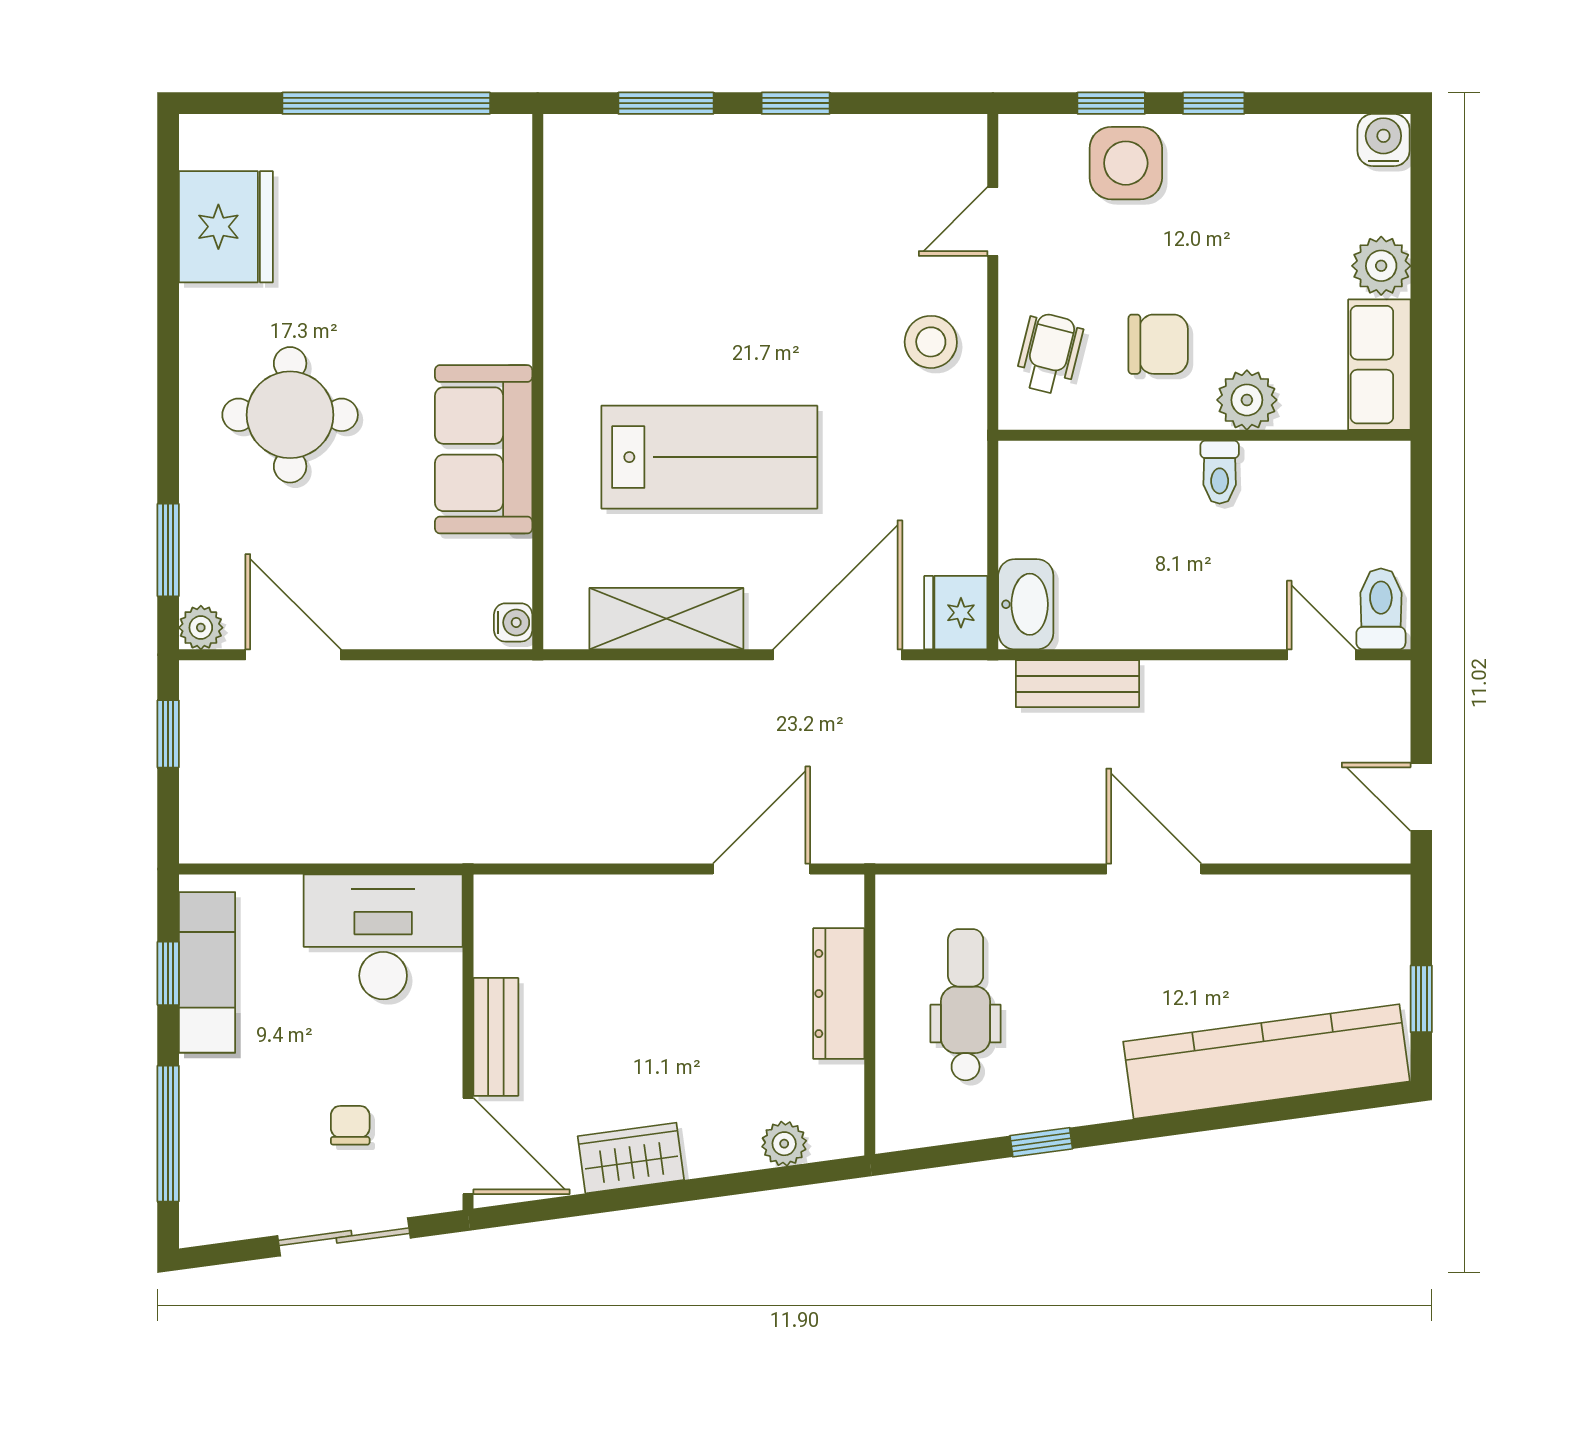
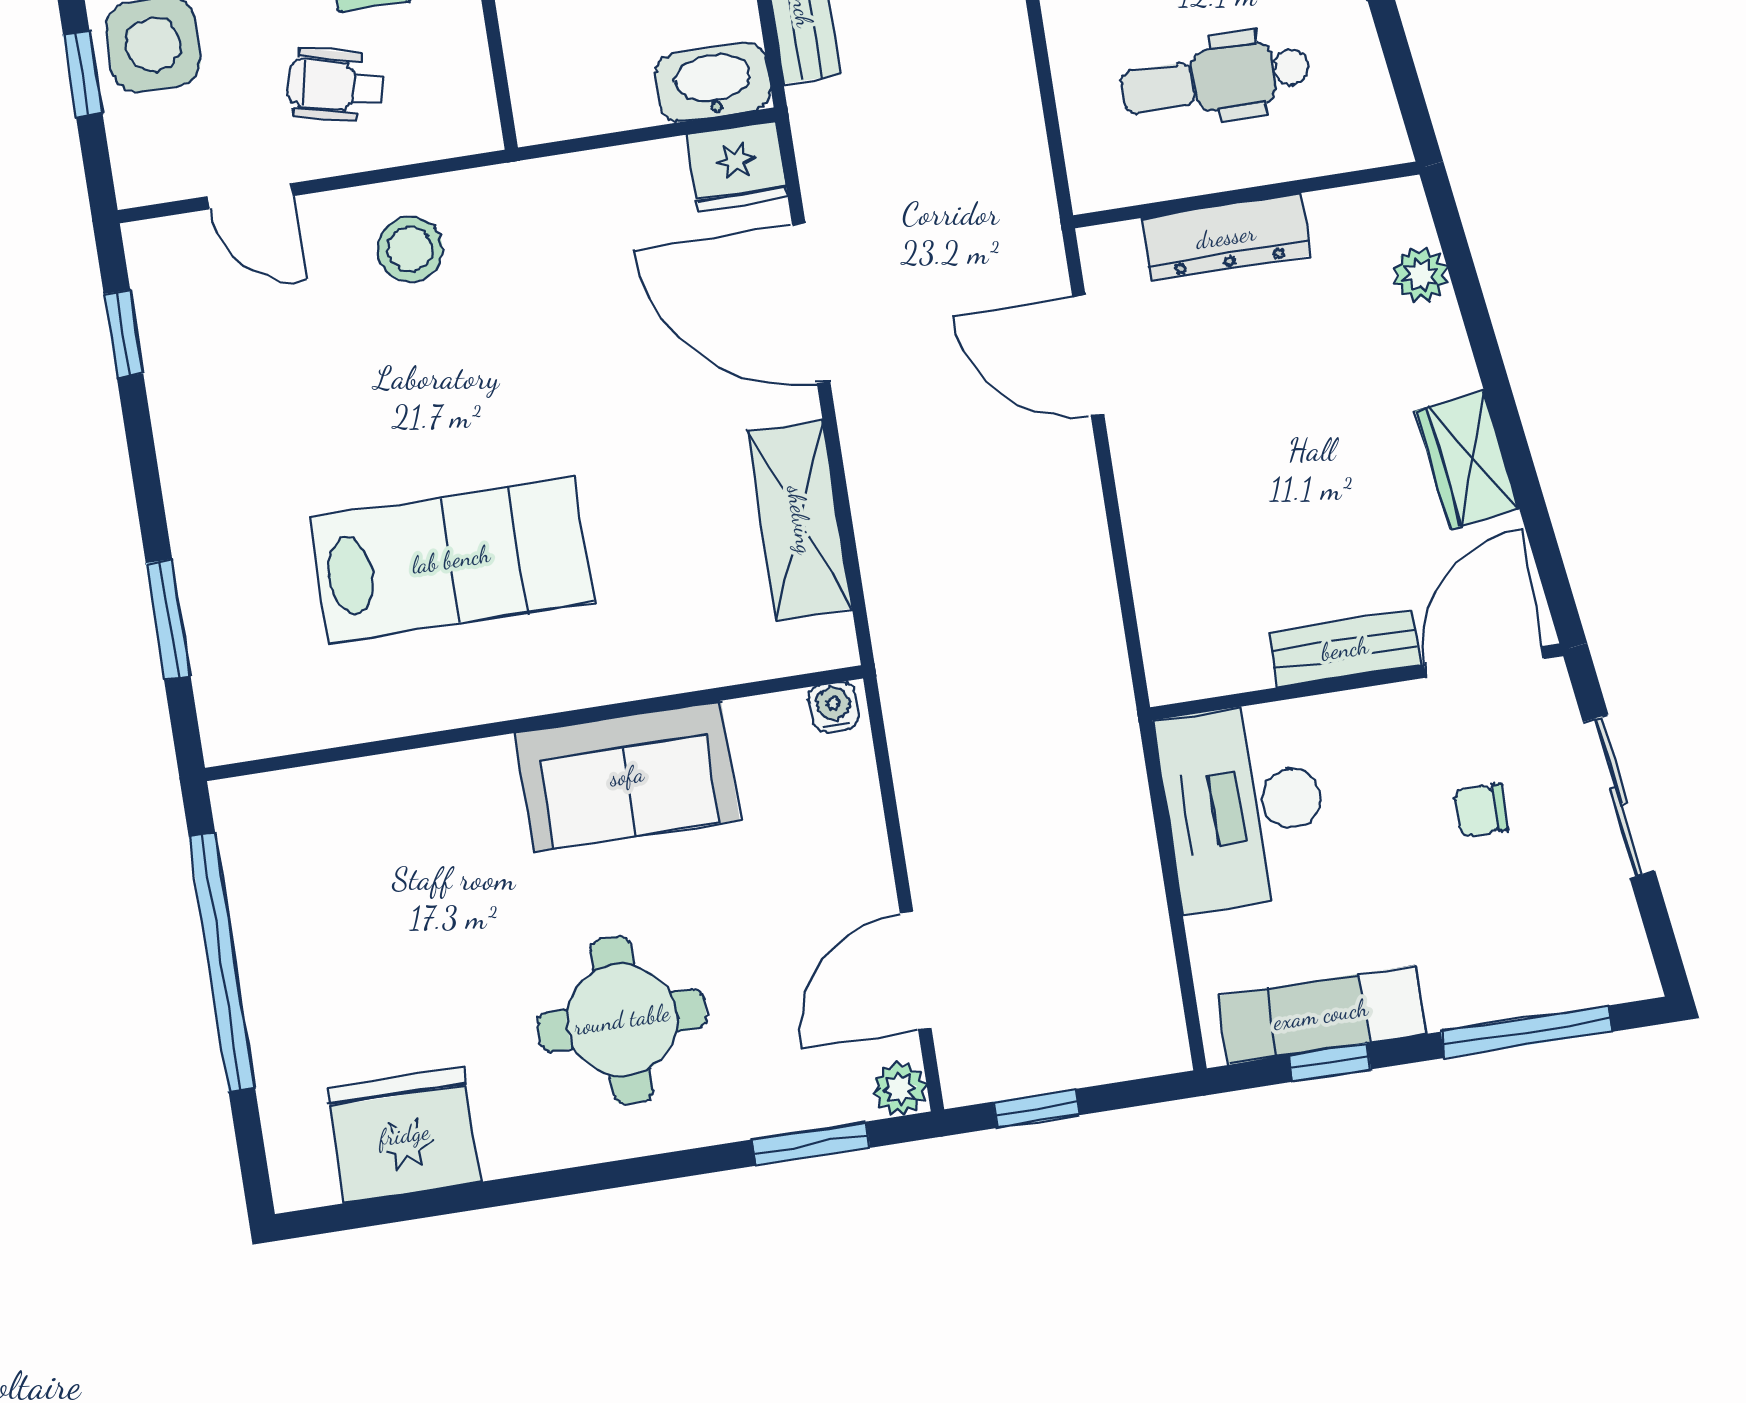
window: (796, 103) -> (123, 334), moved
wheelchair: (1049, 354) -> (335, 86), moved
lab bench: (709, 457) -> (451, 560), moved, turned 90

